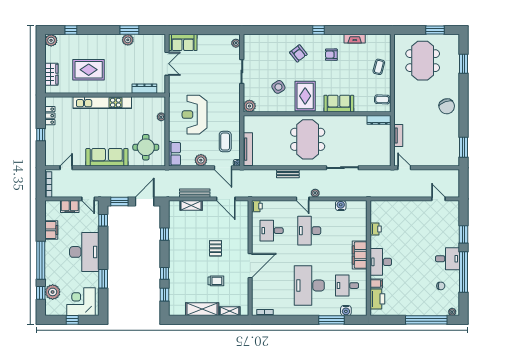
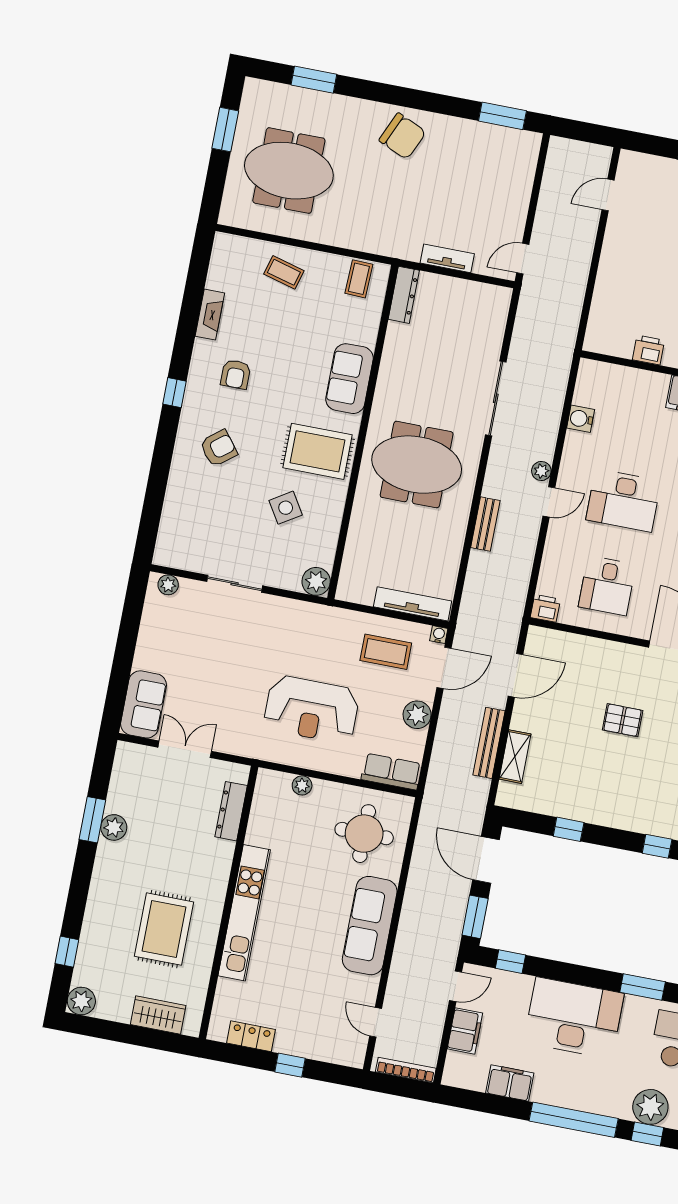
chair: (447, 106) -> (403, 136), turned 44

